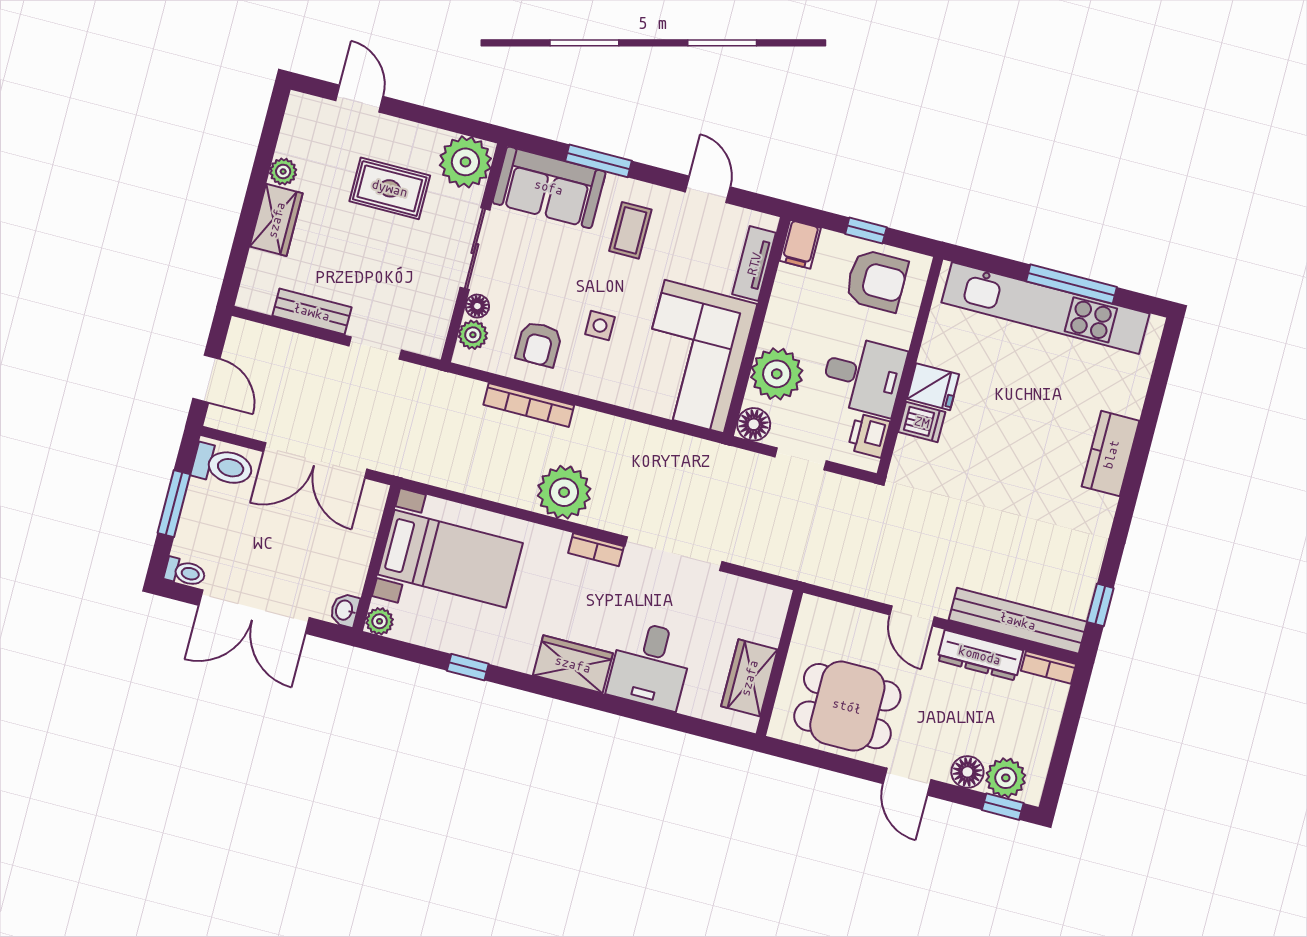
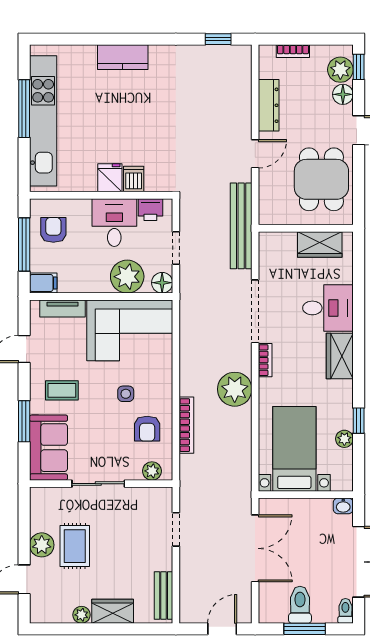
plant: (465, 162) -> (42, 545), moved, width x0.73, depth x0.73
window: (866, 231) -> (24, 244), width x2.17
armchair: (876, 281) -> (53, 230), width x0.72, depth x0.72
floor lamp: (477, 306) -> (133, 473), removed
bench: (312, 312) -> (164, 596), moved
armchair: (539, 344) -> (147, 429), turned 90
toilet: (223, 466) -> (300, 605), moved
plant: (380, 621) -> (344, 439), moved
bench: (1018, 621) -> (241, 226), moved
bookcase: (1048, 667) -> (293, 51), moved, turned 90

